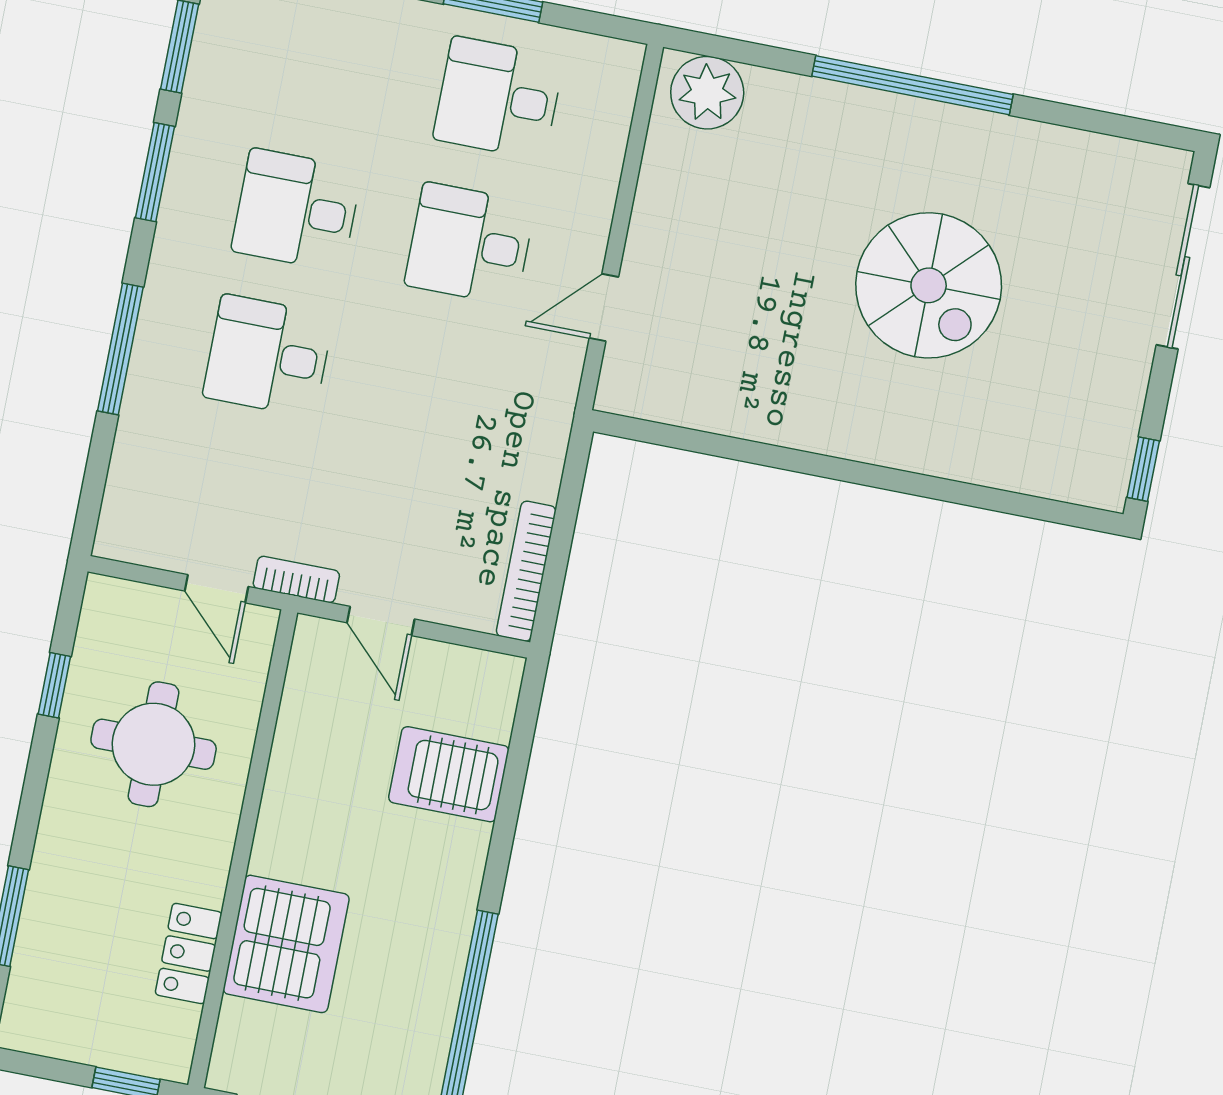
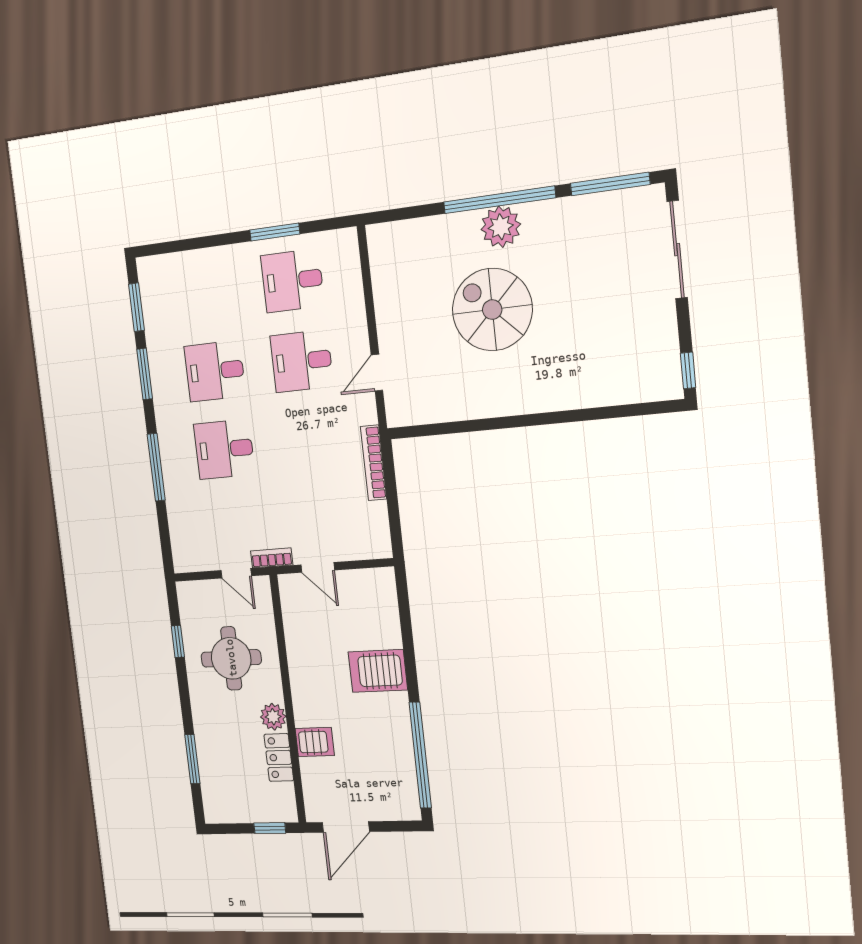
plant: (707, 93) -> (501, 227), moved
window: (1106, 123) -> (610, 184), added
spiral stairs: (929, 285) -> (492, 310), moved, turned 180
bookcase: (526, 571) -> (374, 463), moved
server rack: (449, 774) -> (378, 671), moved
plant: (203, 874) -> (273, 717), added
server rack: (286, 944) -> (315, 742), width x0.46, depth x0.70

